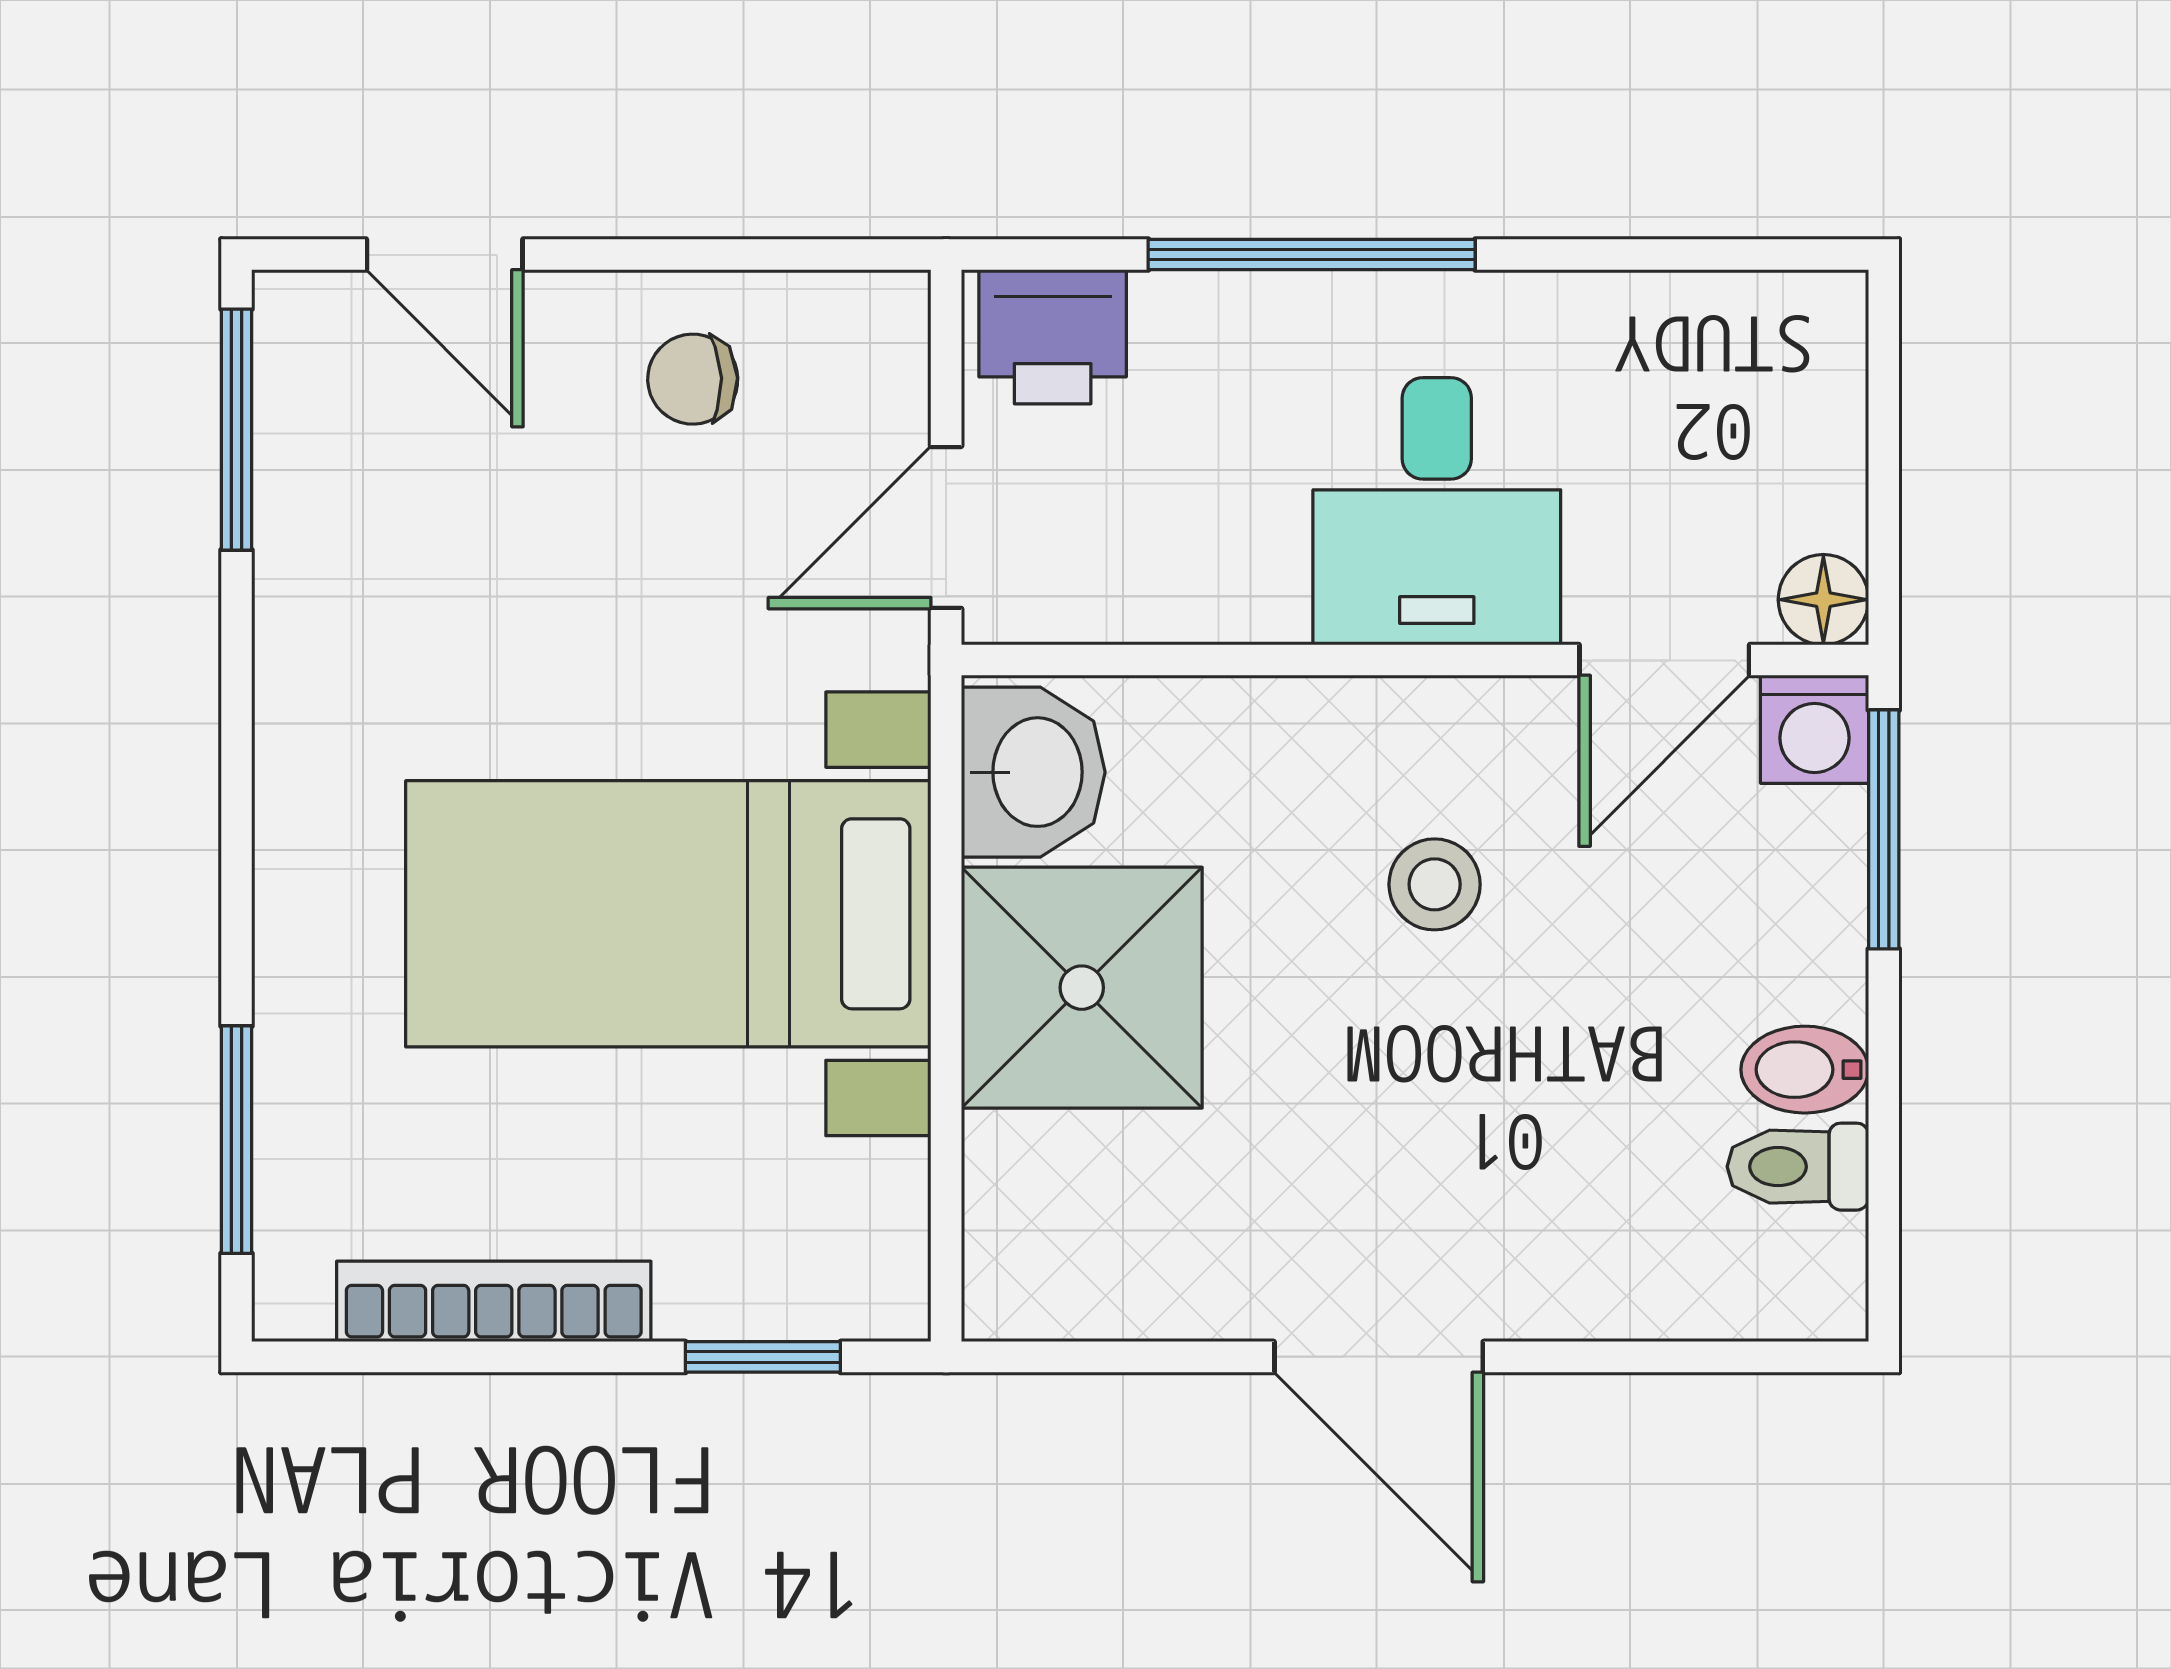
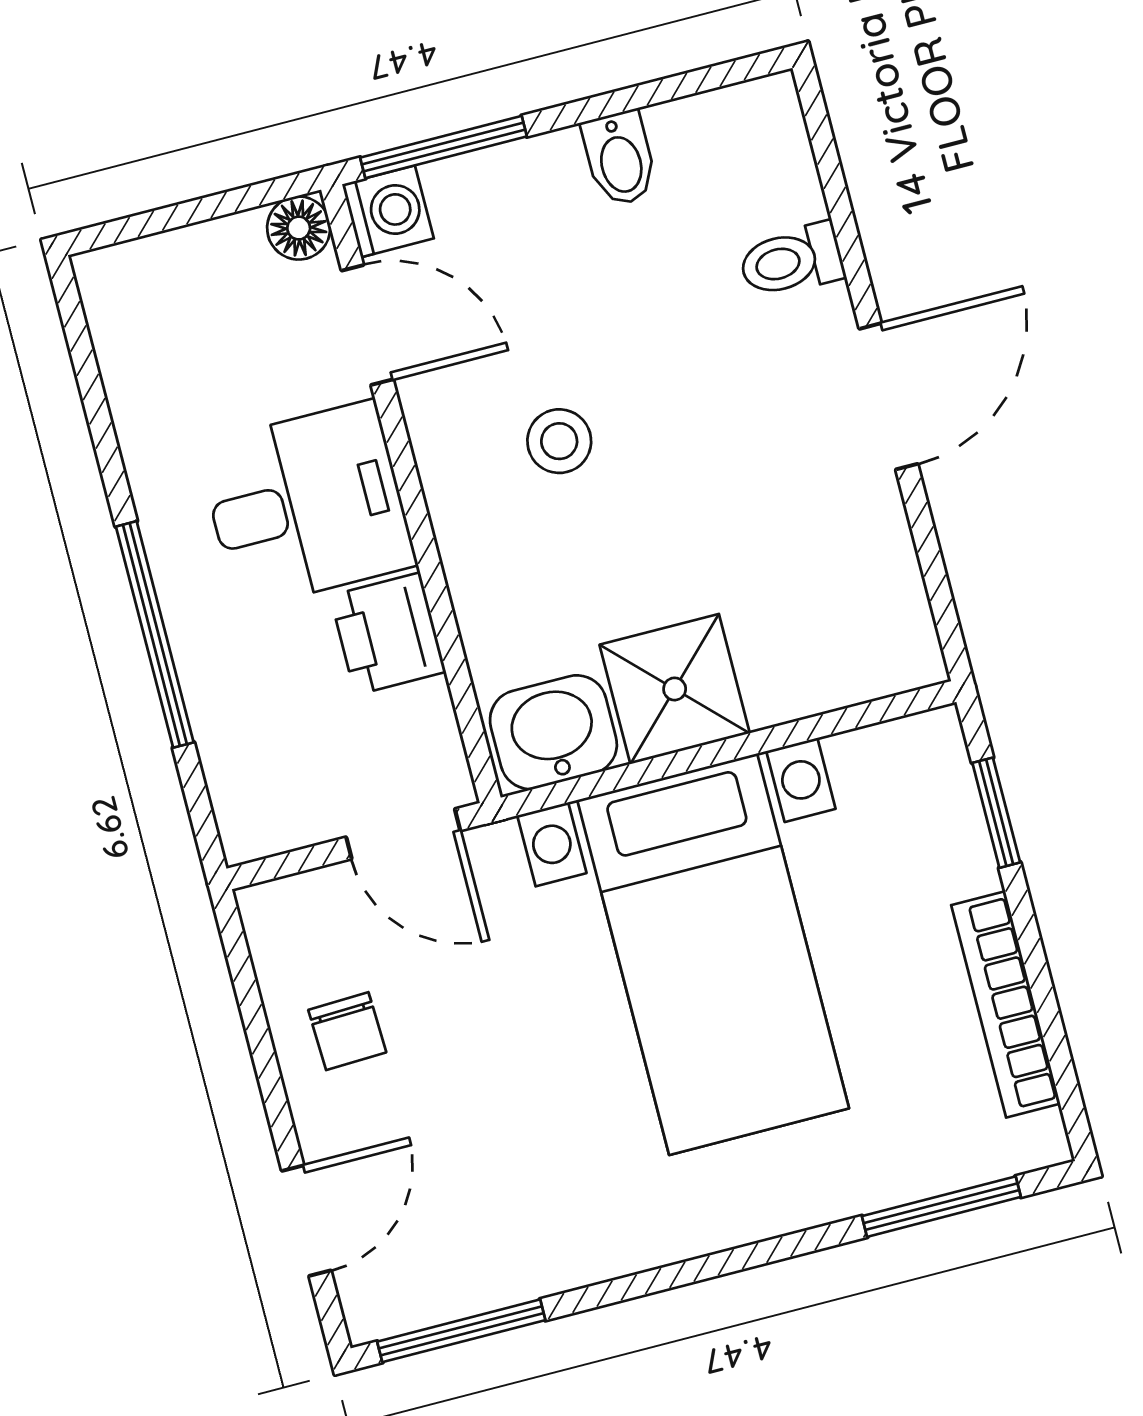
printer: (1053, 337) -> (388, 634), moved, turned 180
shower: (1082, 988) -> (675, 689), width x0.73, depth x0.73
toilet: (1798, 1167) -> (791, 261), moved, turned 90

